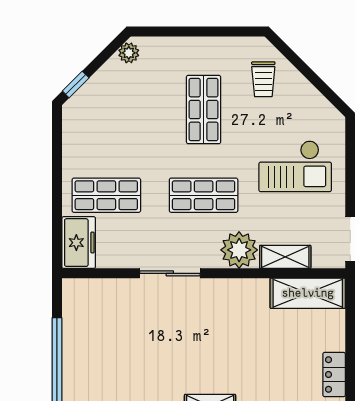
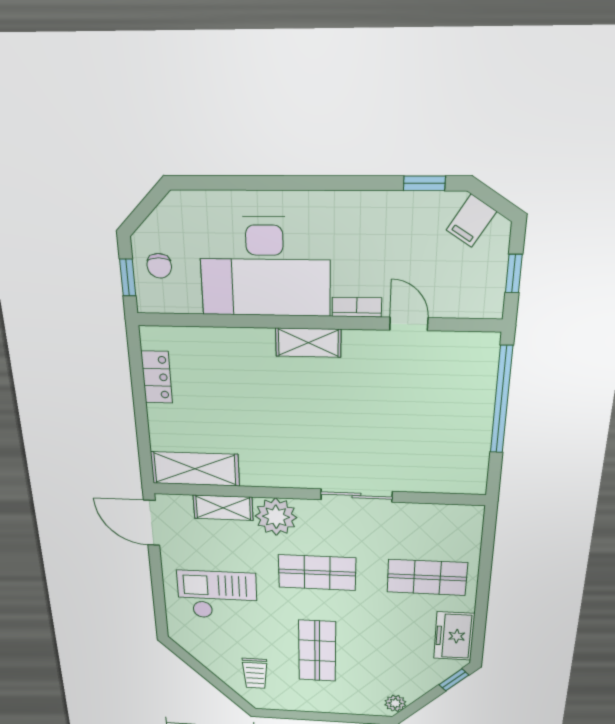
trolley: (263, 79) -> (255, 673), turned 180
freezer: (79, 243) -> (454, 636), moved

